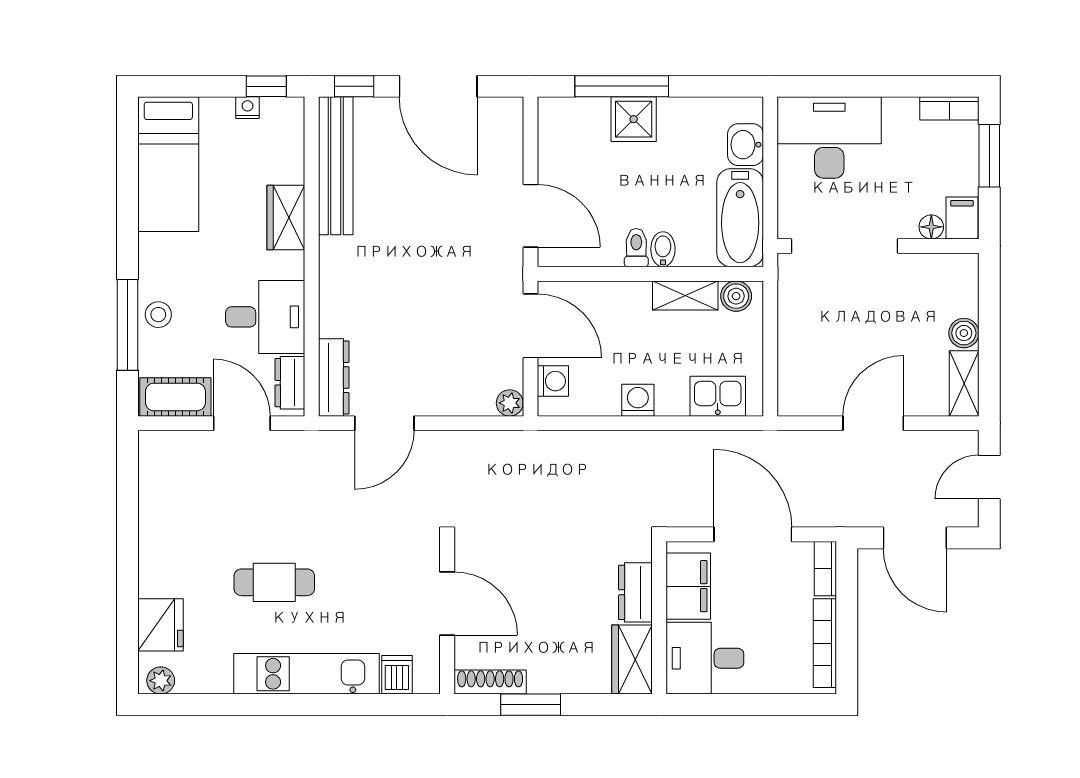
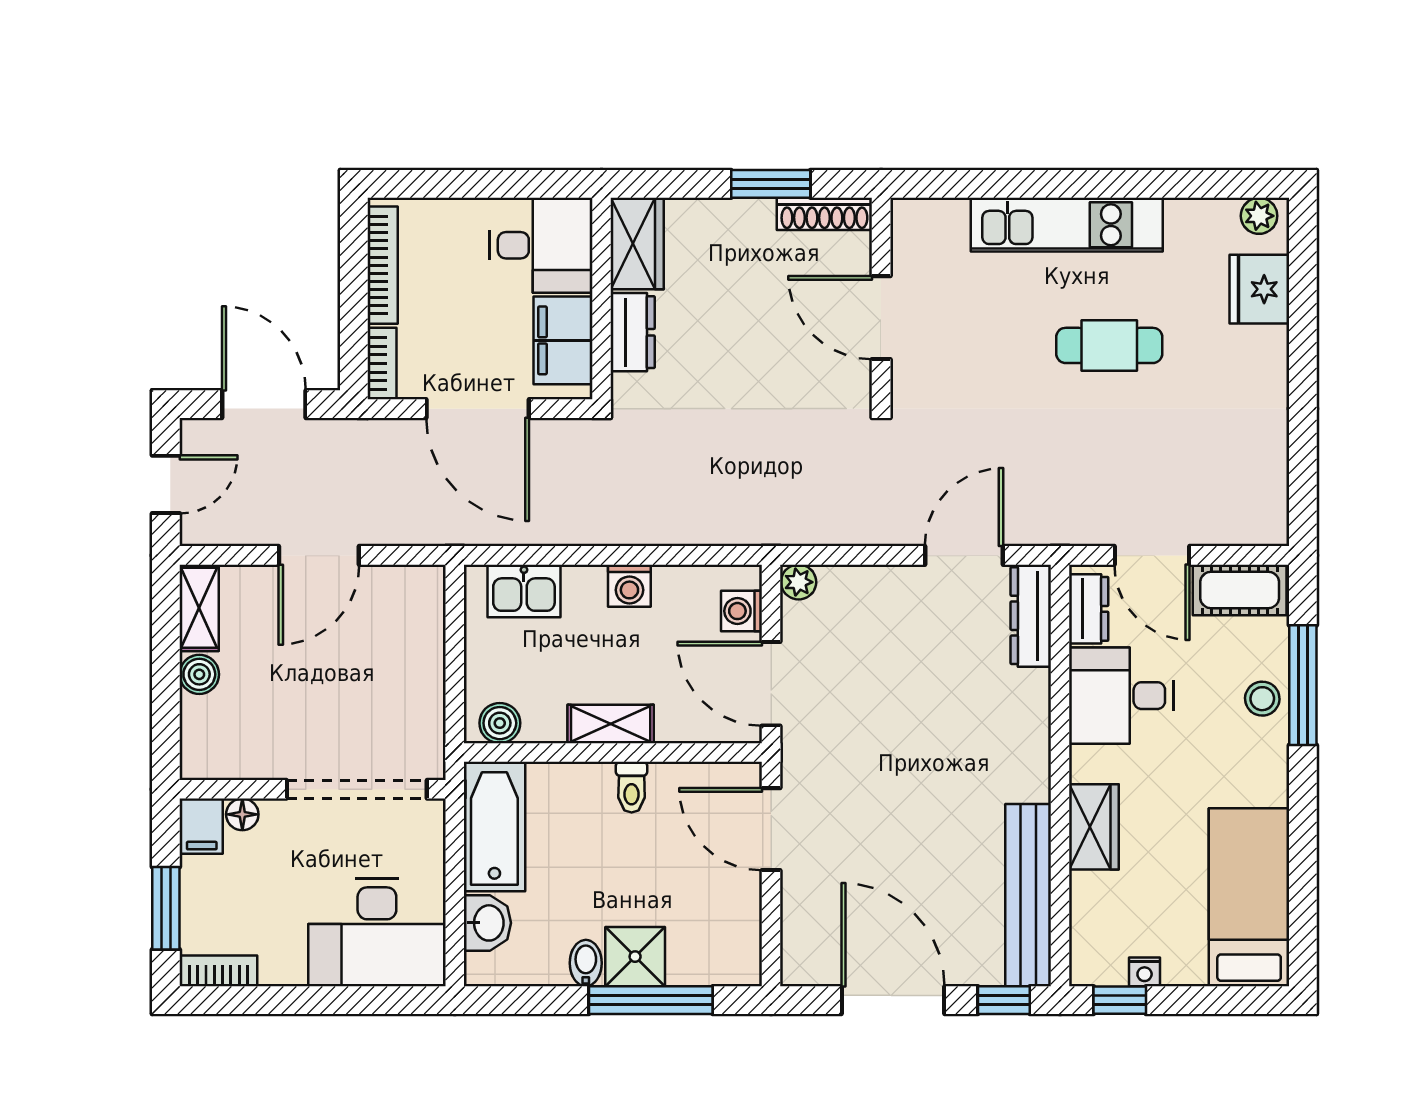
bidet: (663, 249) -> (586, 963), moved, turned 180
shelving: (685, 295) -> (611, 724), moved
dishwasher: (397, 675) -> (947, 223), removed

